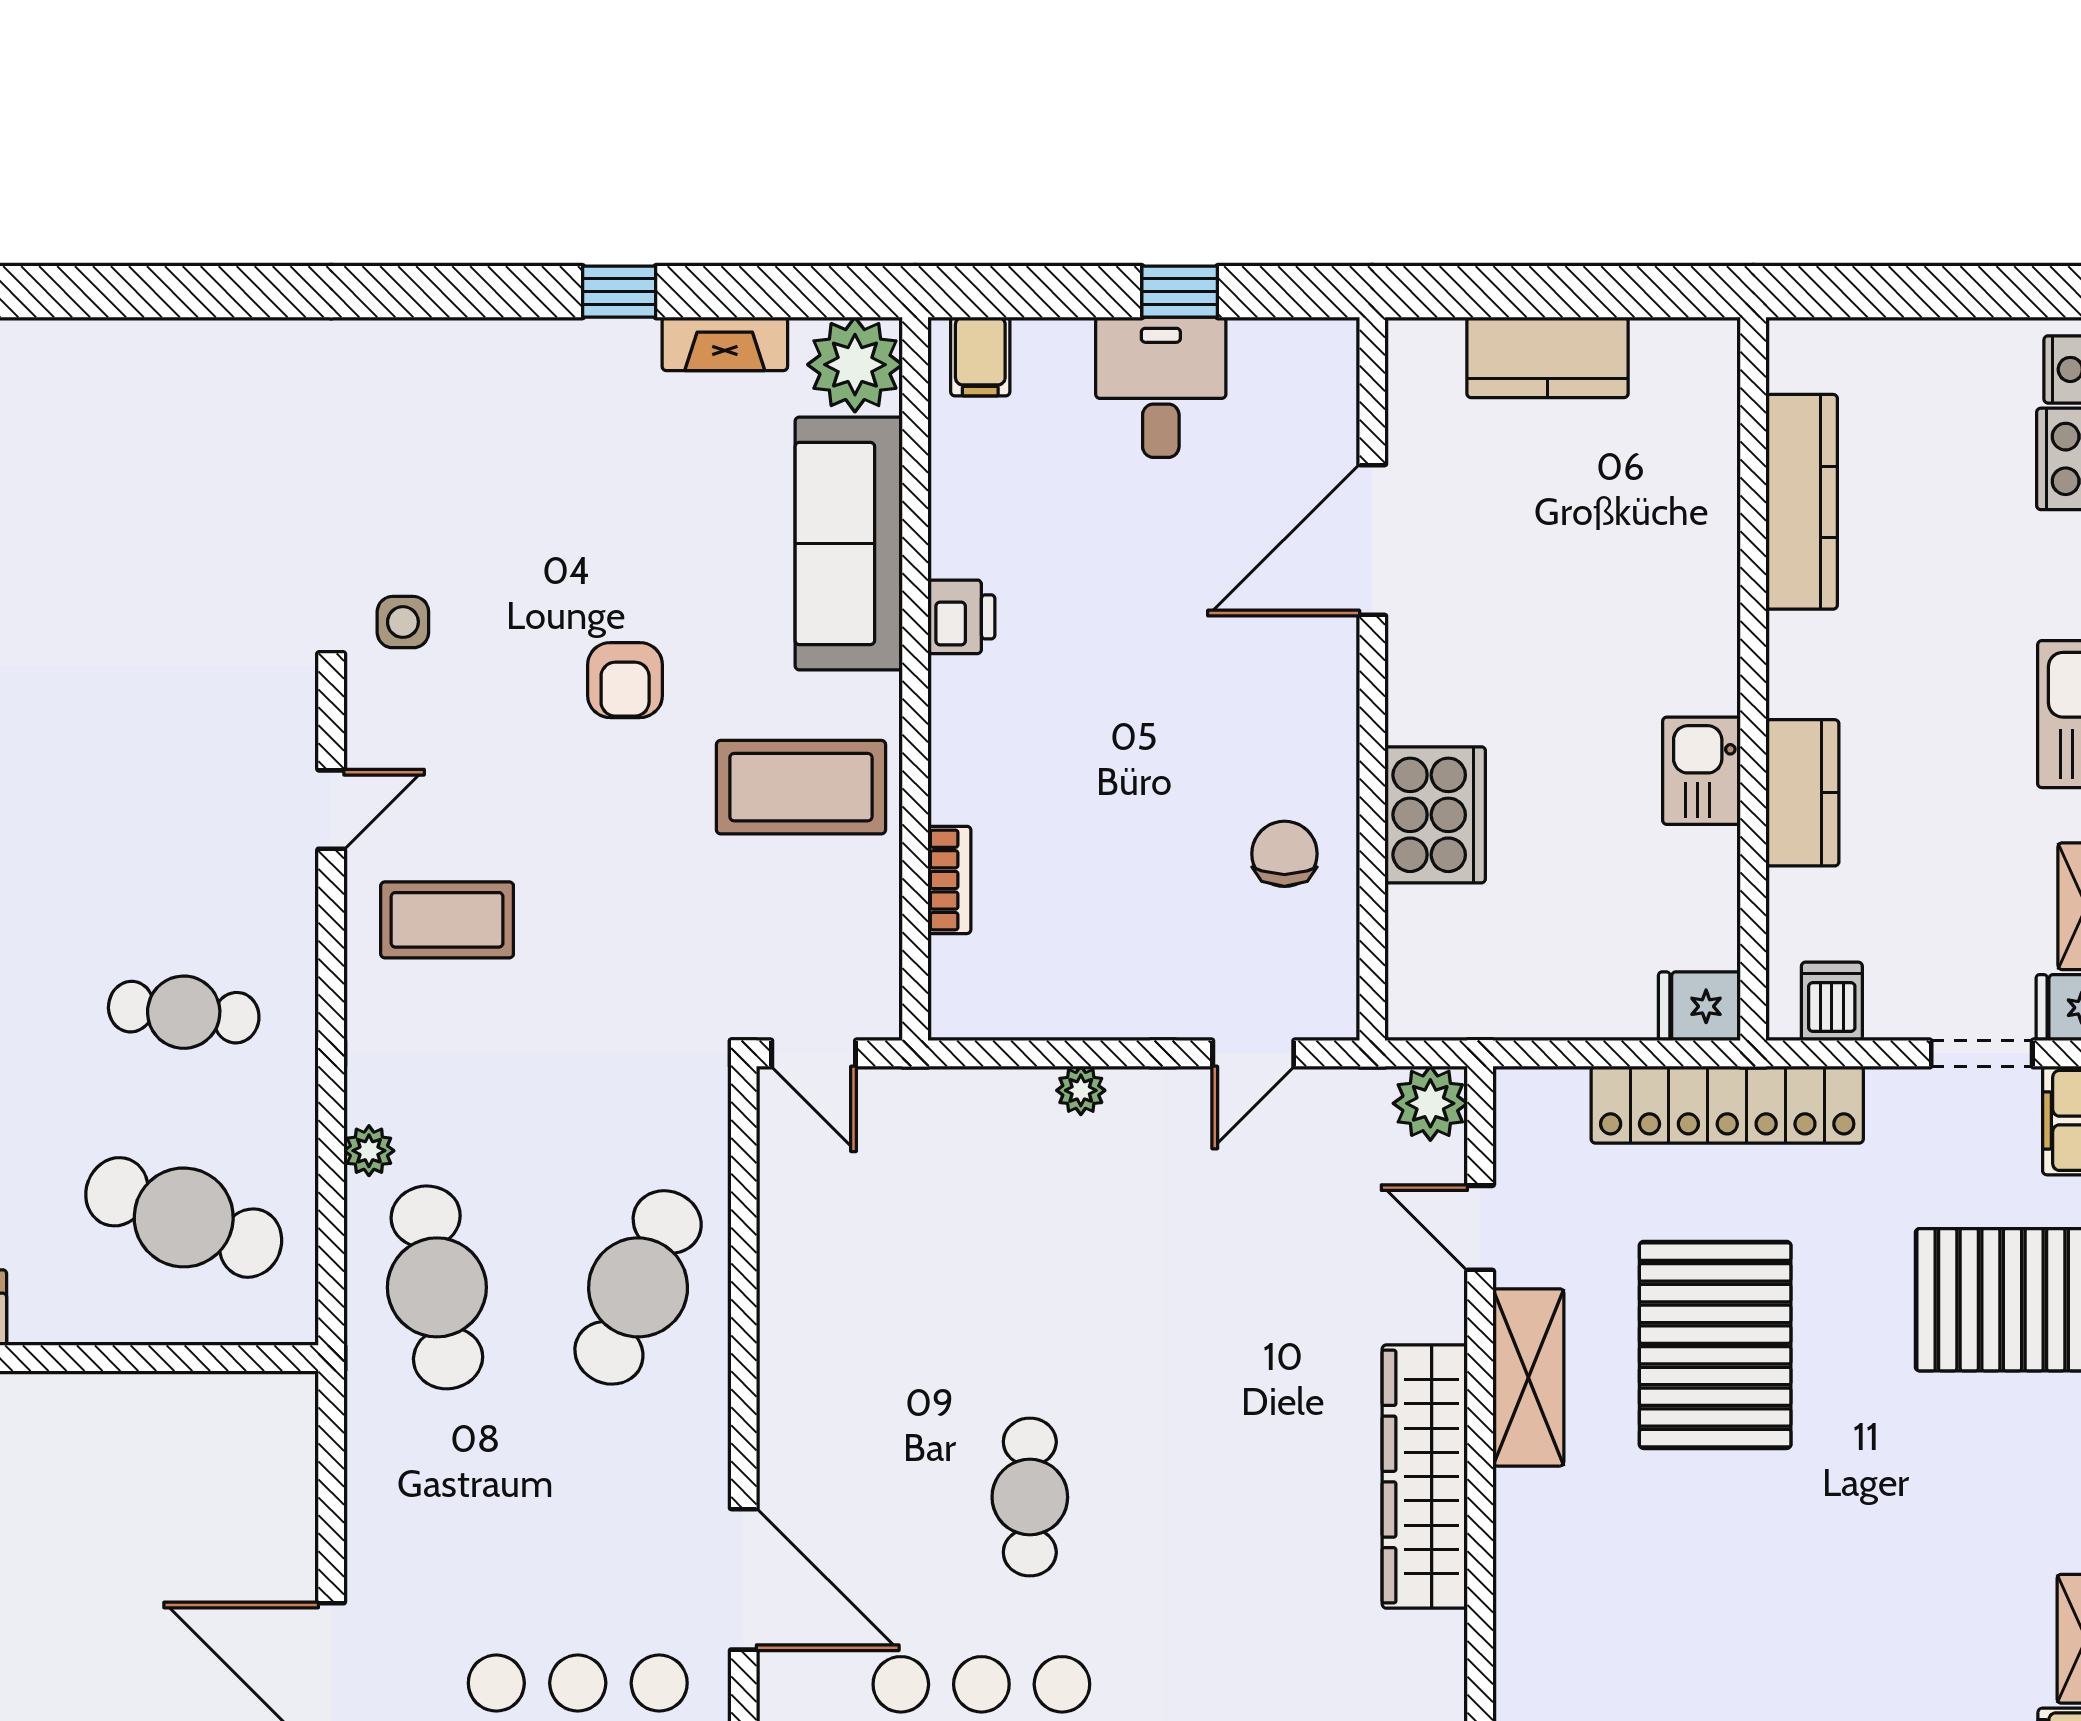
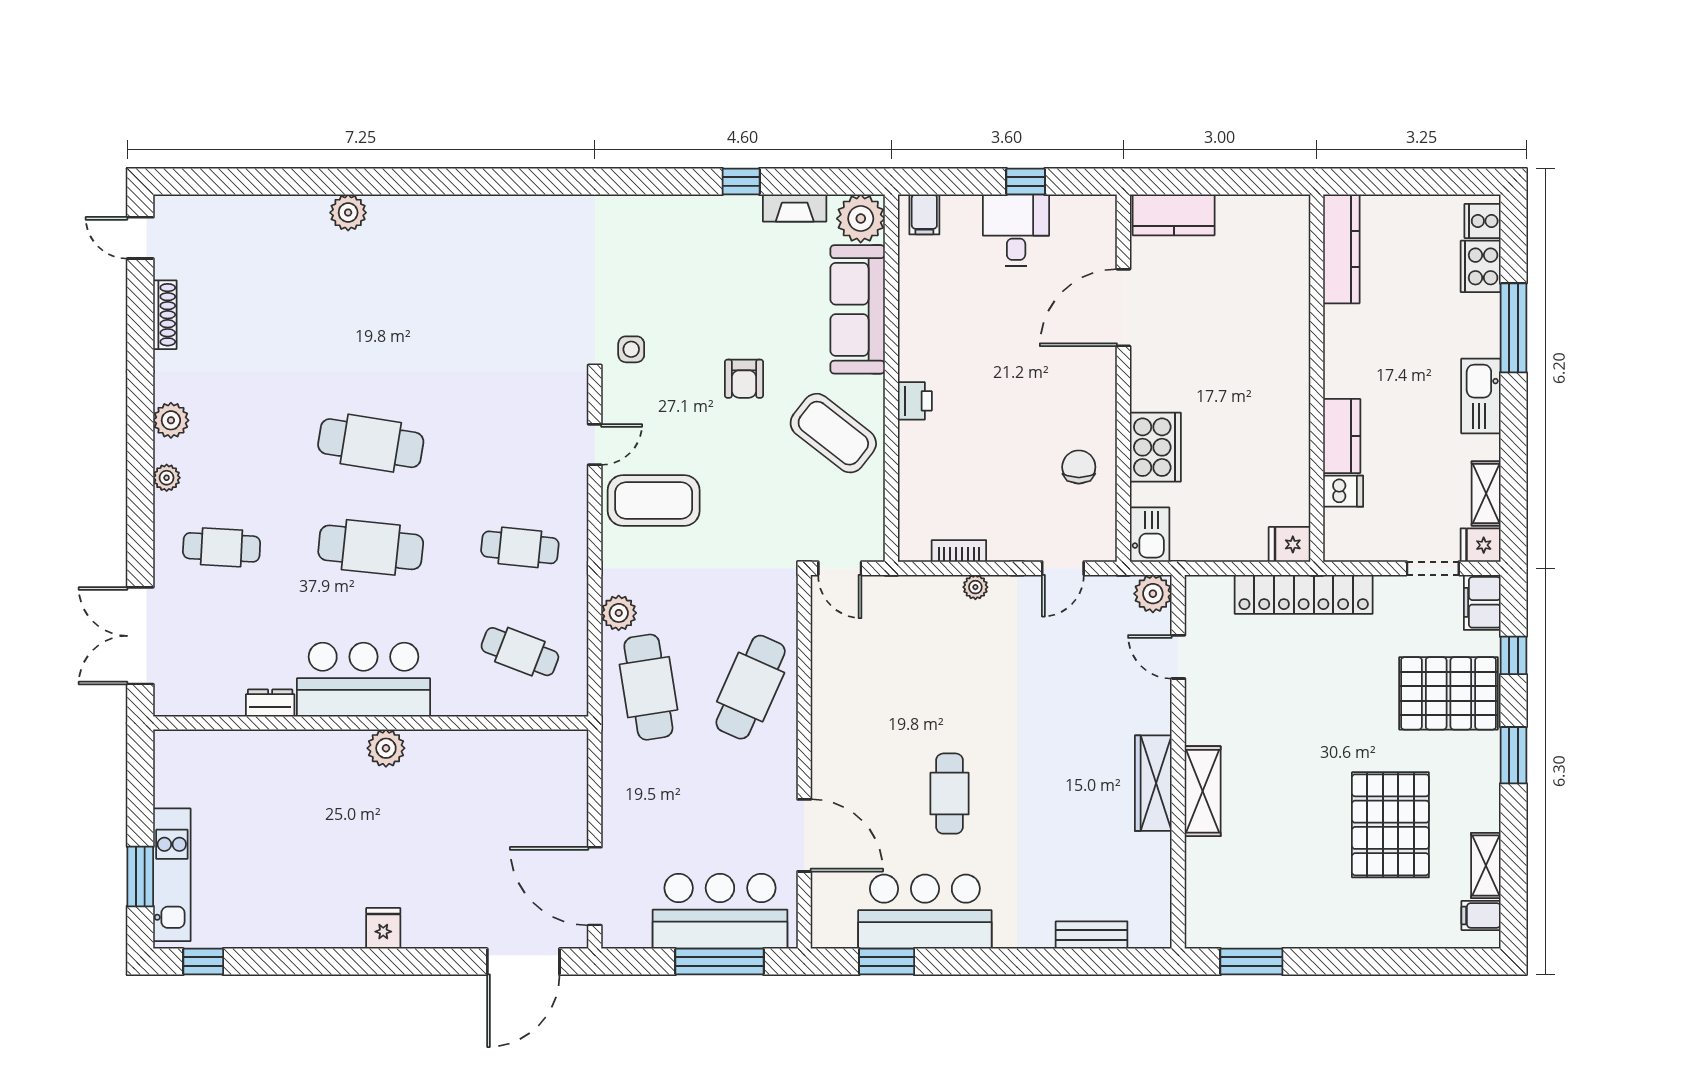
kitchen counter: (1547, 357) -> (1174, 215), moved
kitchen counter: (1802, 502) -> (1341, 249), moved
printer: (961, 617) -> (915, 401), moved
kitchen sink: (1702, 771) -> (1150, 535), moved, turned 180
coffee table: (801, 787) -> (833, 433), turned 38
bookcase: (949, 880) -> (959, 551), moved, turned -90
coffee table: (447, 920) -> (654, 500), width x1.36, depth x1.32
dishwasher: (1832, 1001) -> (1343, 491), moved, turned 90
plant: (369, 1151) -> (619, 613), width x1.38, depth x1.38
cafe table: (184, 1217) -> (520, 652), width x0.73, depth x0.74
pallet: (1715, 1345) -> (1390, 825), moved
shelving: (1528, 1377) -> (1203, 791), moved
wardrobe: (1425, 1477) -> (1153, 783), width x0.71, depth x0.85

